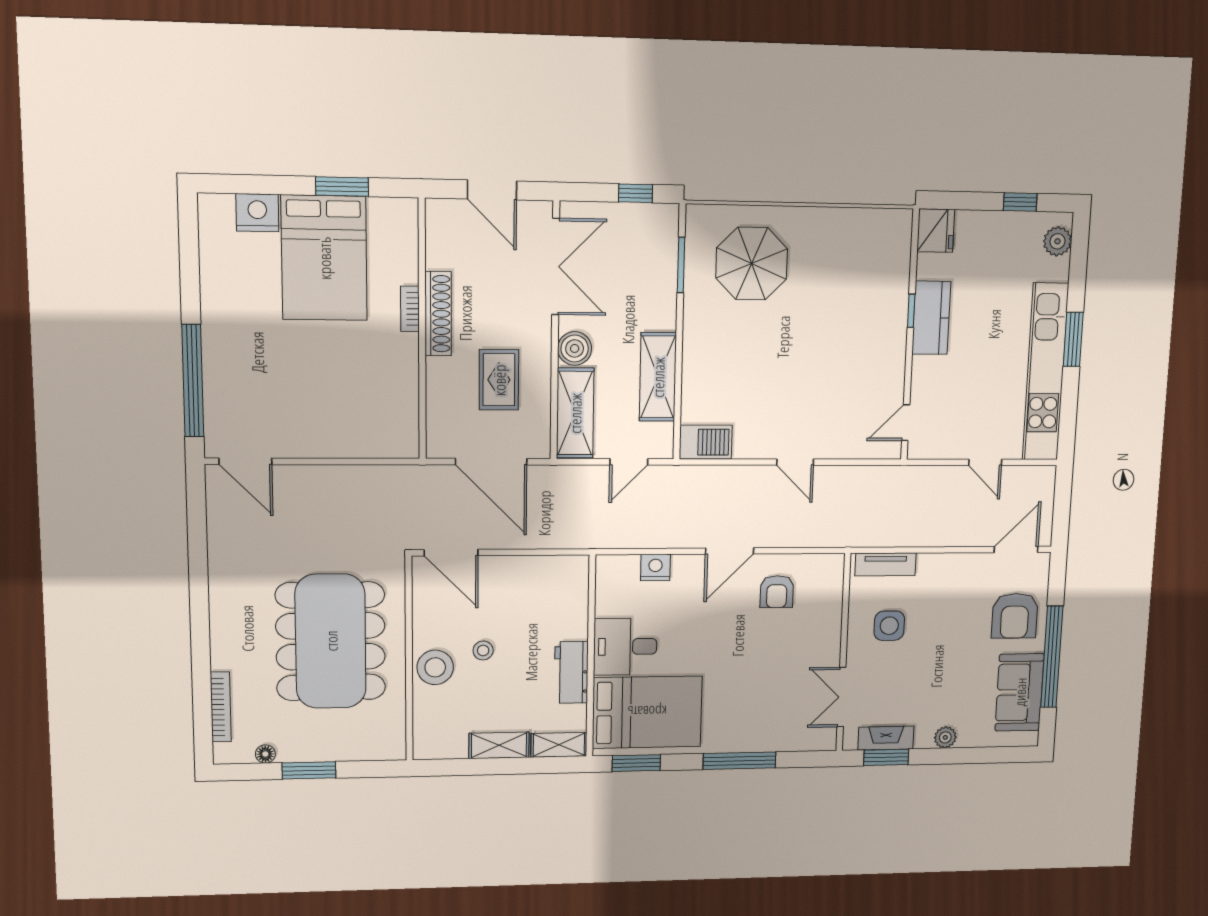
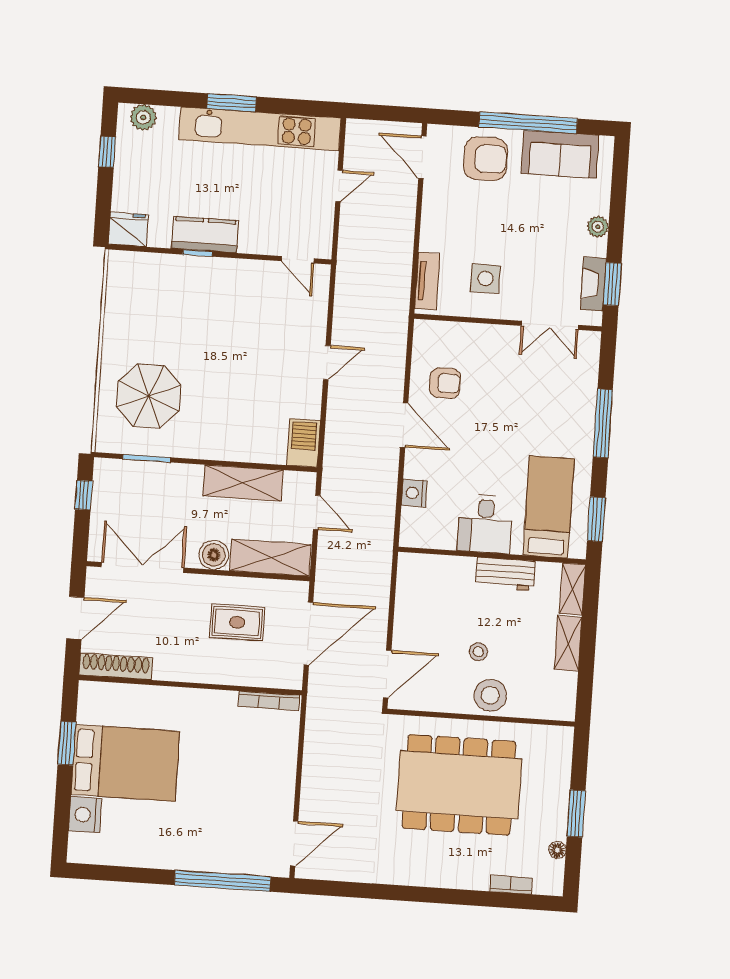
bookcase: (410, 309) -> (269, 701), moved, width x1.56
shoe rack: (438, 314) -> (116, 666), moved
bookcase: (221, 707) -> (511, 885), width x0.64
bed: (647, 712) -> (549, 507), width x0.67

